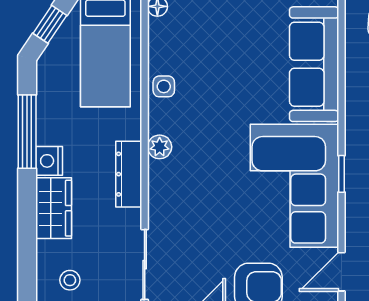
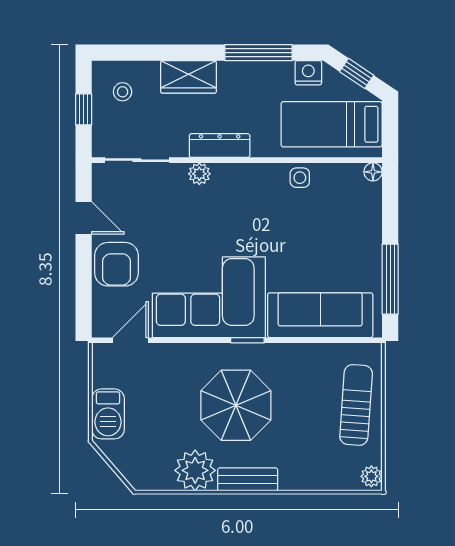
plant: (160, 147) -> (199, 174), moved
nightstand: (49, 161) -> (308, 73), moved
window: (341, 174) -> (247, 340), moved
door: (341, 272) -> (130, 340), hinge flipped

